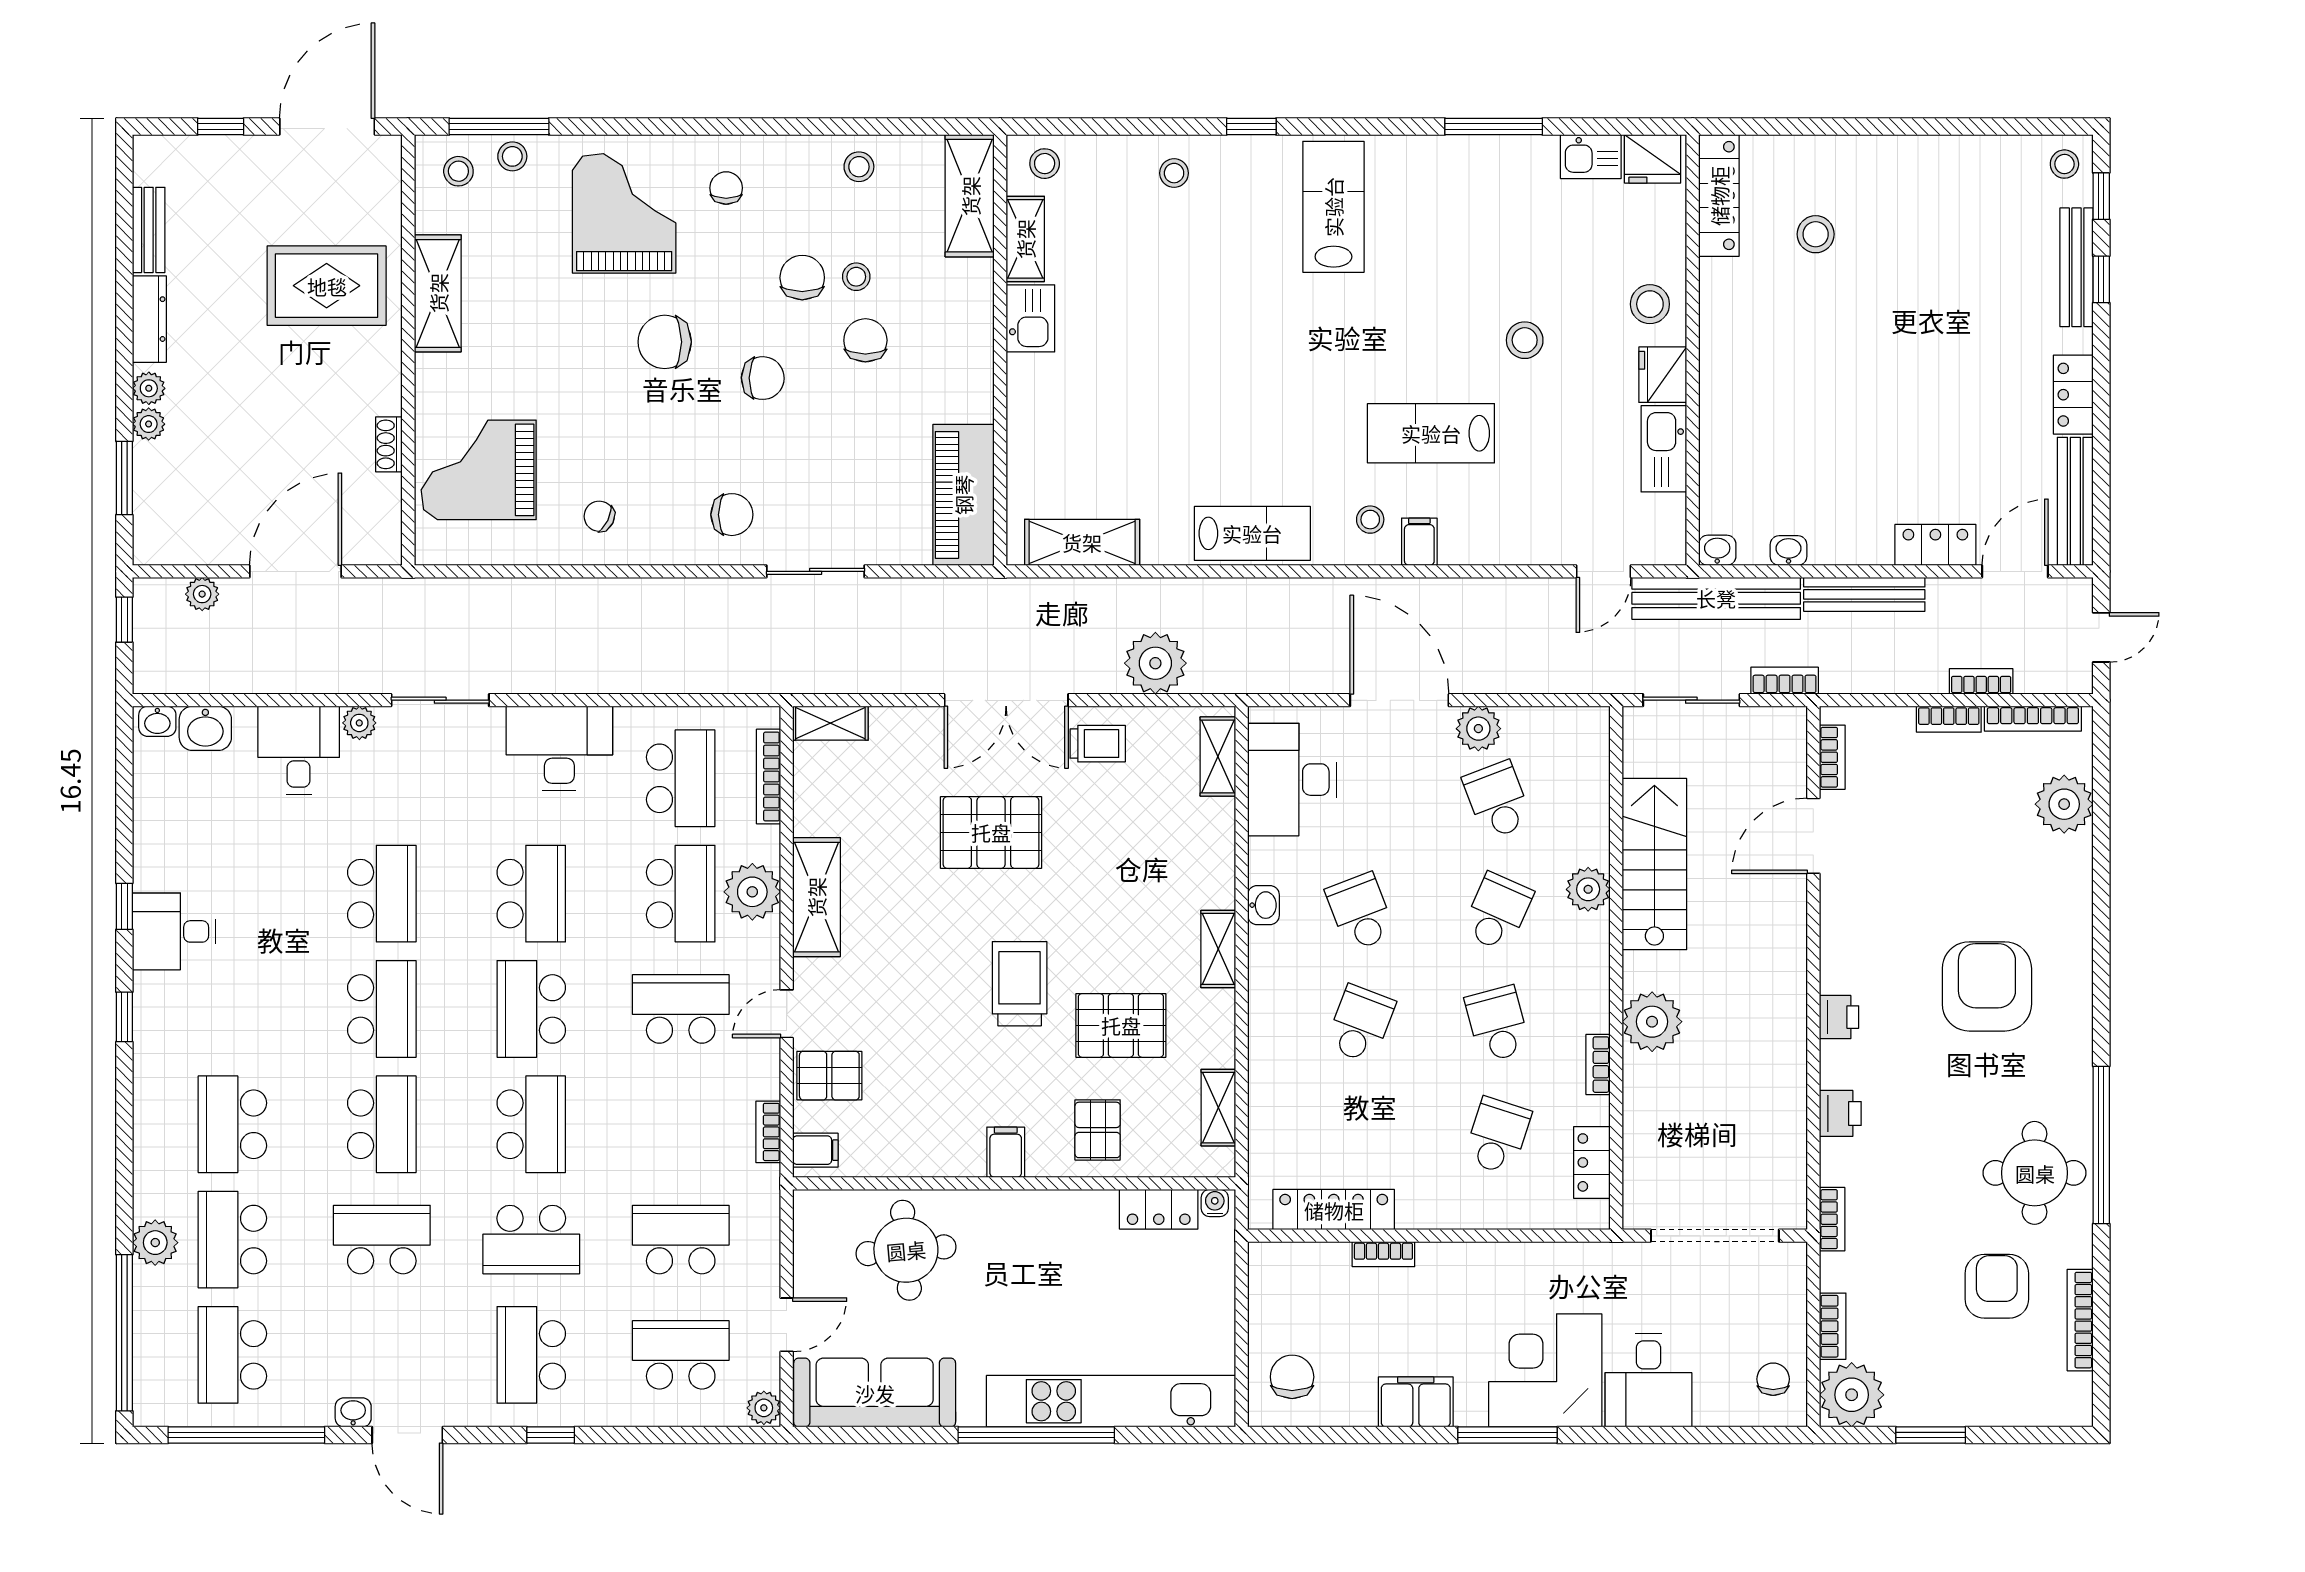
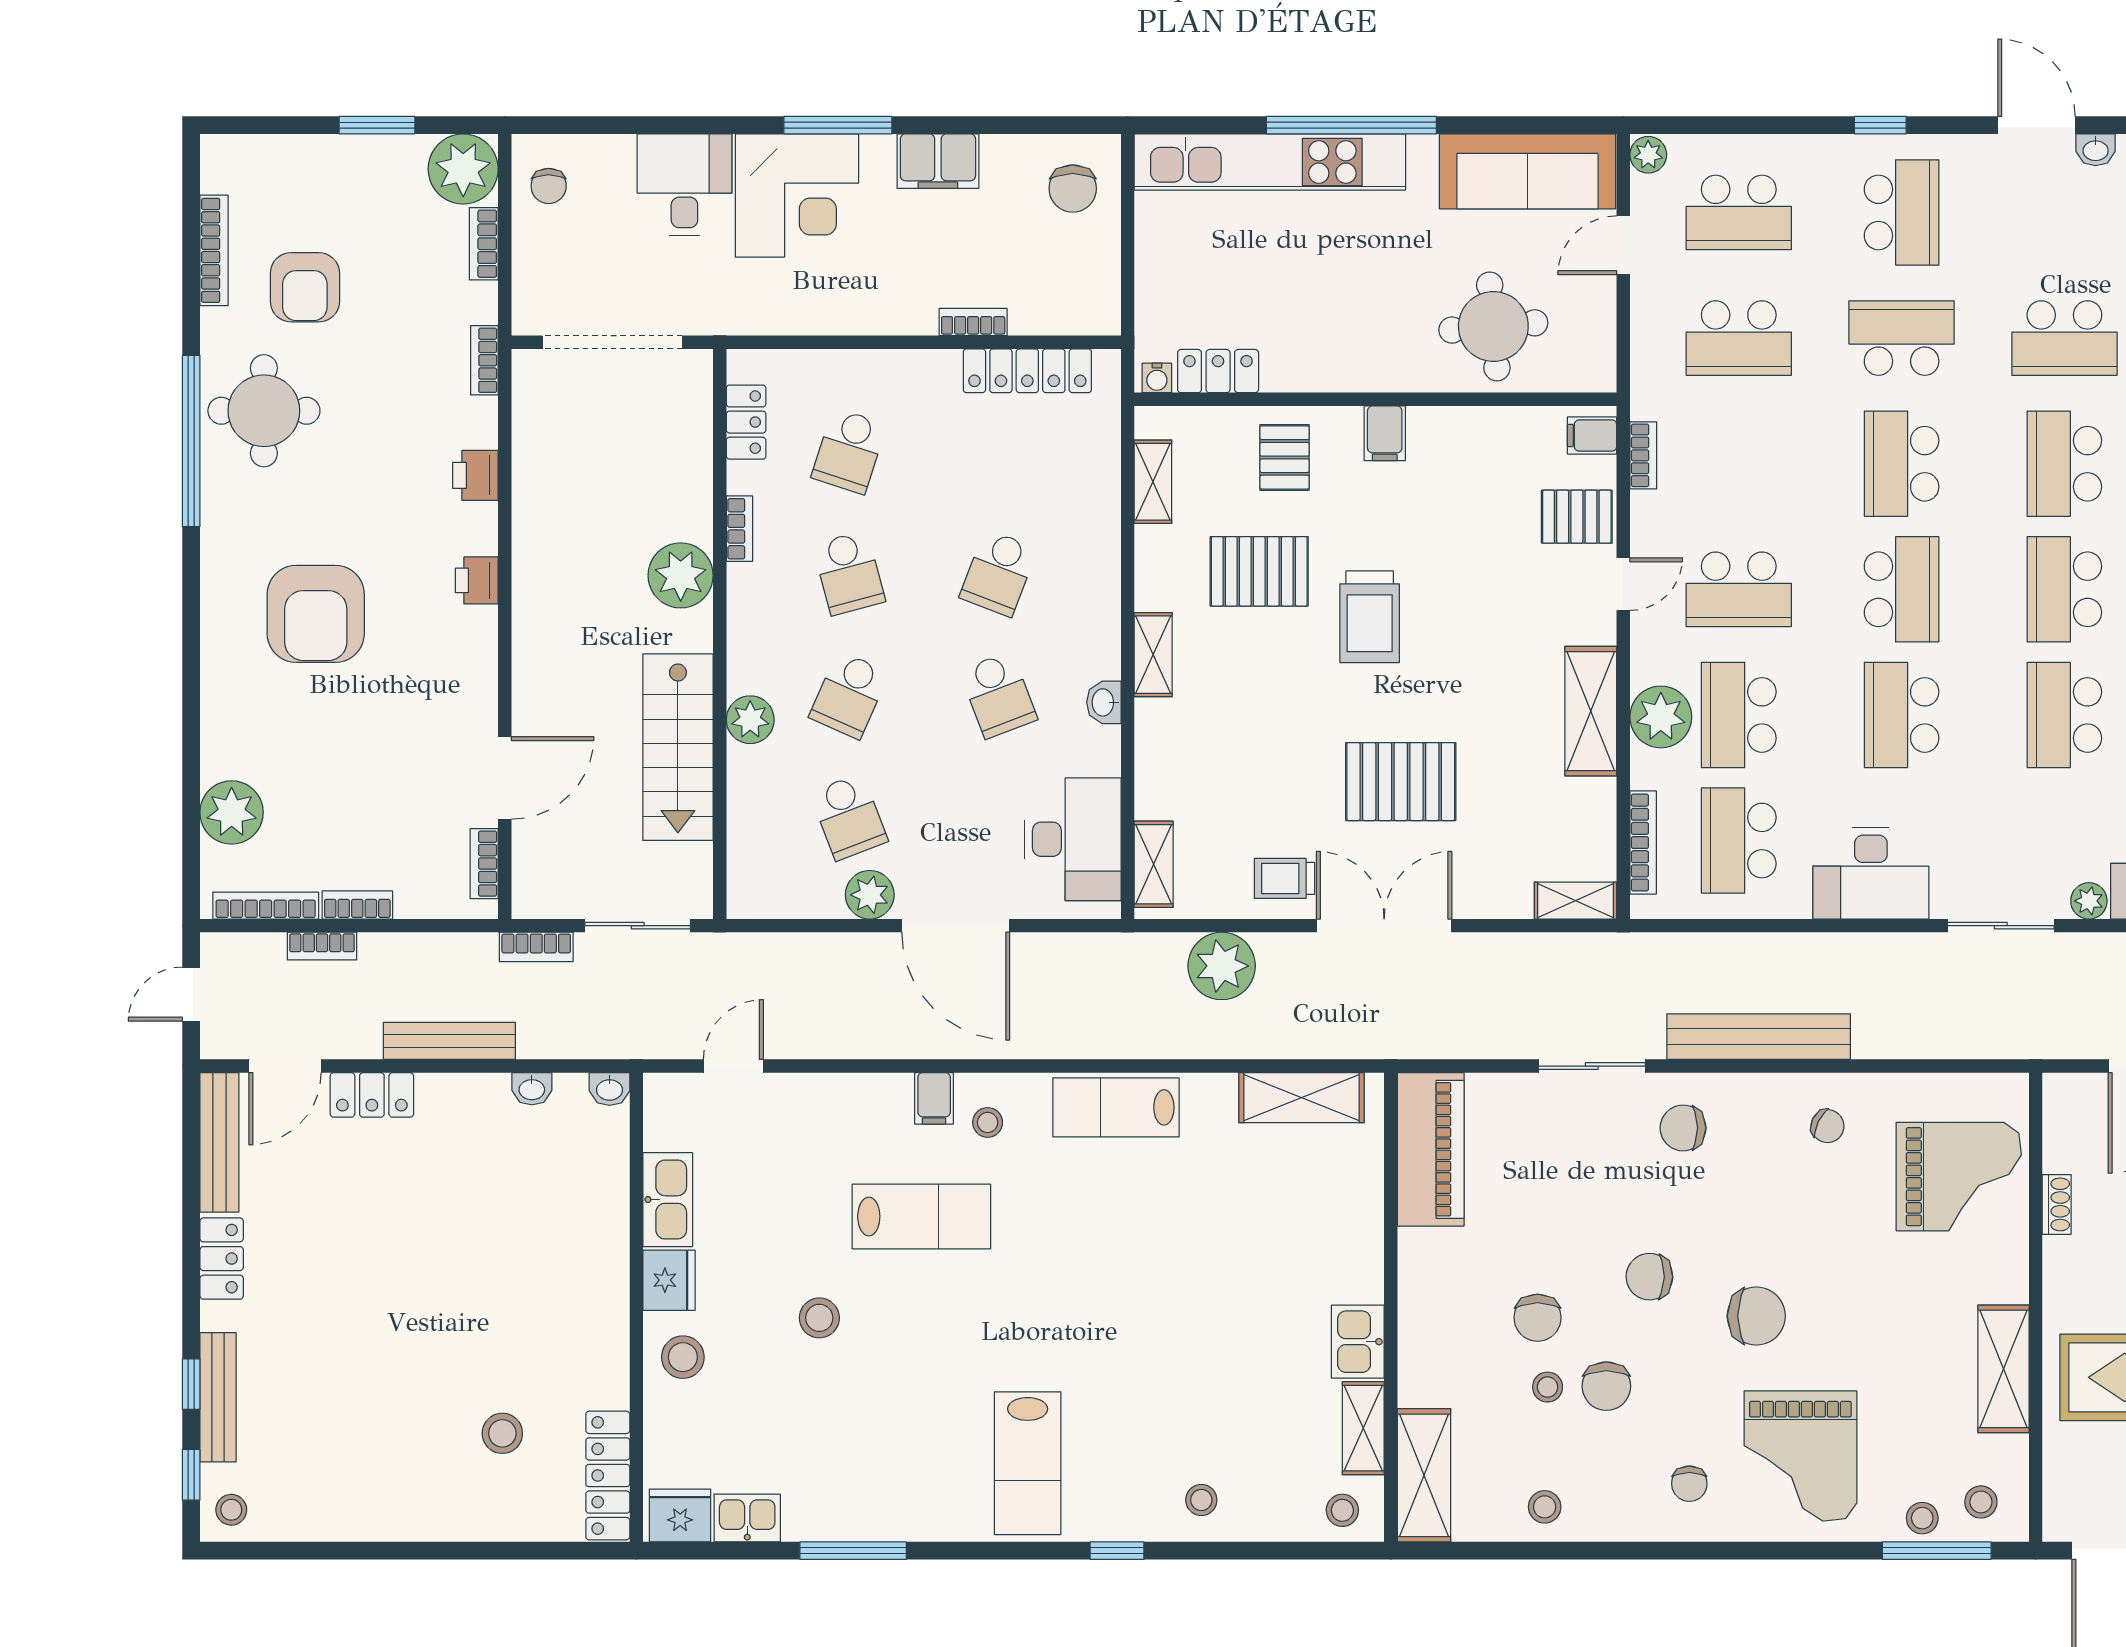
bench: (1716, 598) -> (1759, 1037), moved

